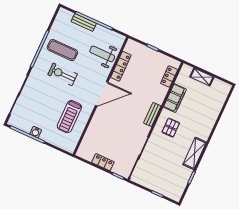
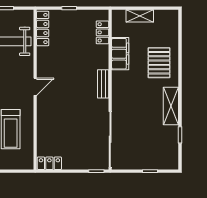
locker: (121, 66) -> (43, 29), moved
door: (102, 94) -> (35, 87), width x0.53
pallet: (171, 128) -> (159, 63), moved, width x1.50, depth x1.42
locker: (103, 162) -> (49, 163), moved

